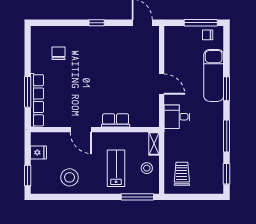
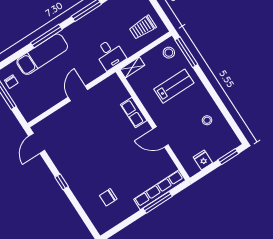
window: (227, 89) -> (46, 36), width x1.44
desk: (177, 117) -> (110, 54), moved
door: (81, 130) -> (160, 137), swing flipped
lab bench: (116, 168) -> (174, 86), turned 180
stool: (147, 168) -> (169, 53), moved
stool: (70, 177) -> (207, 120), width x0.53, depth x0.53

